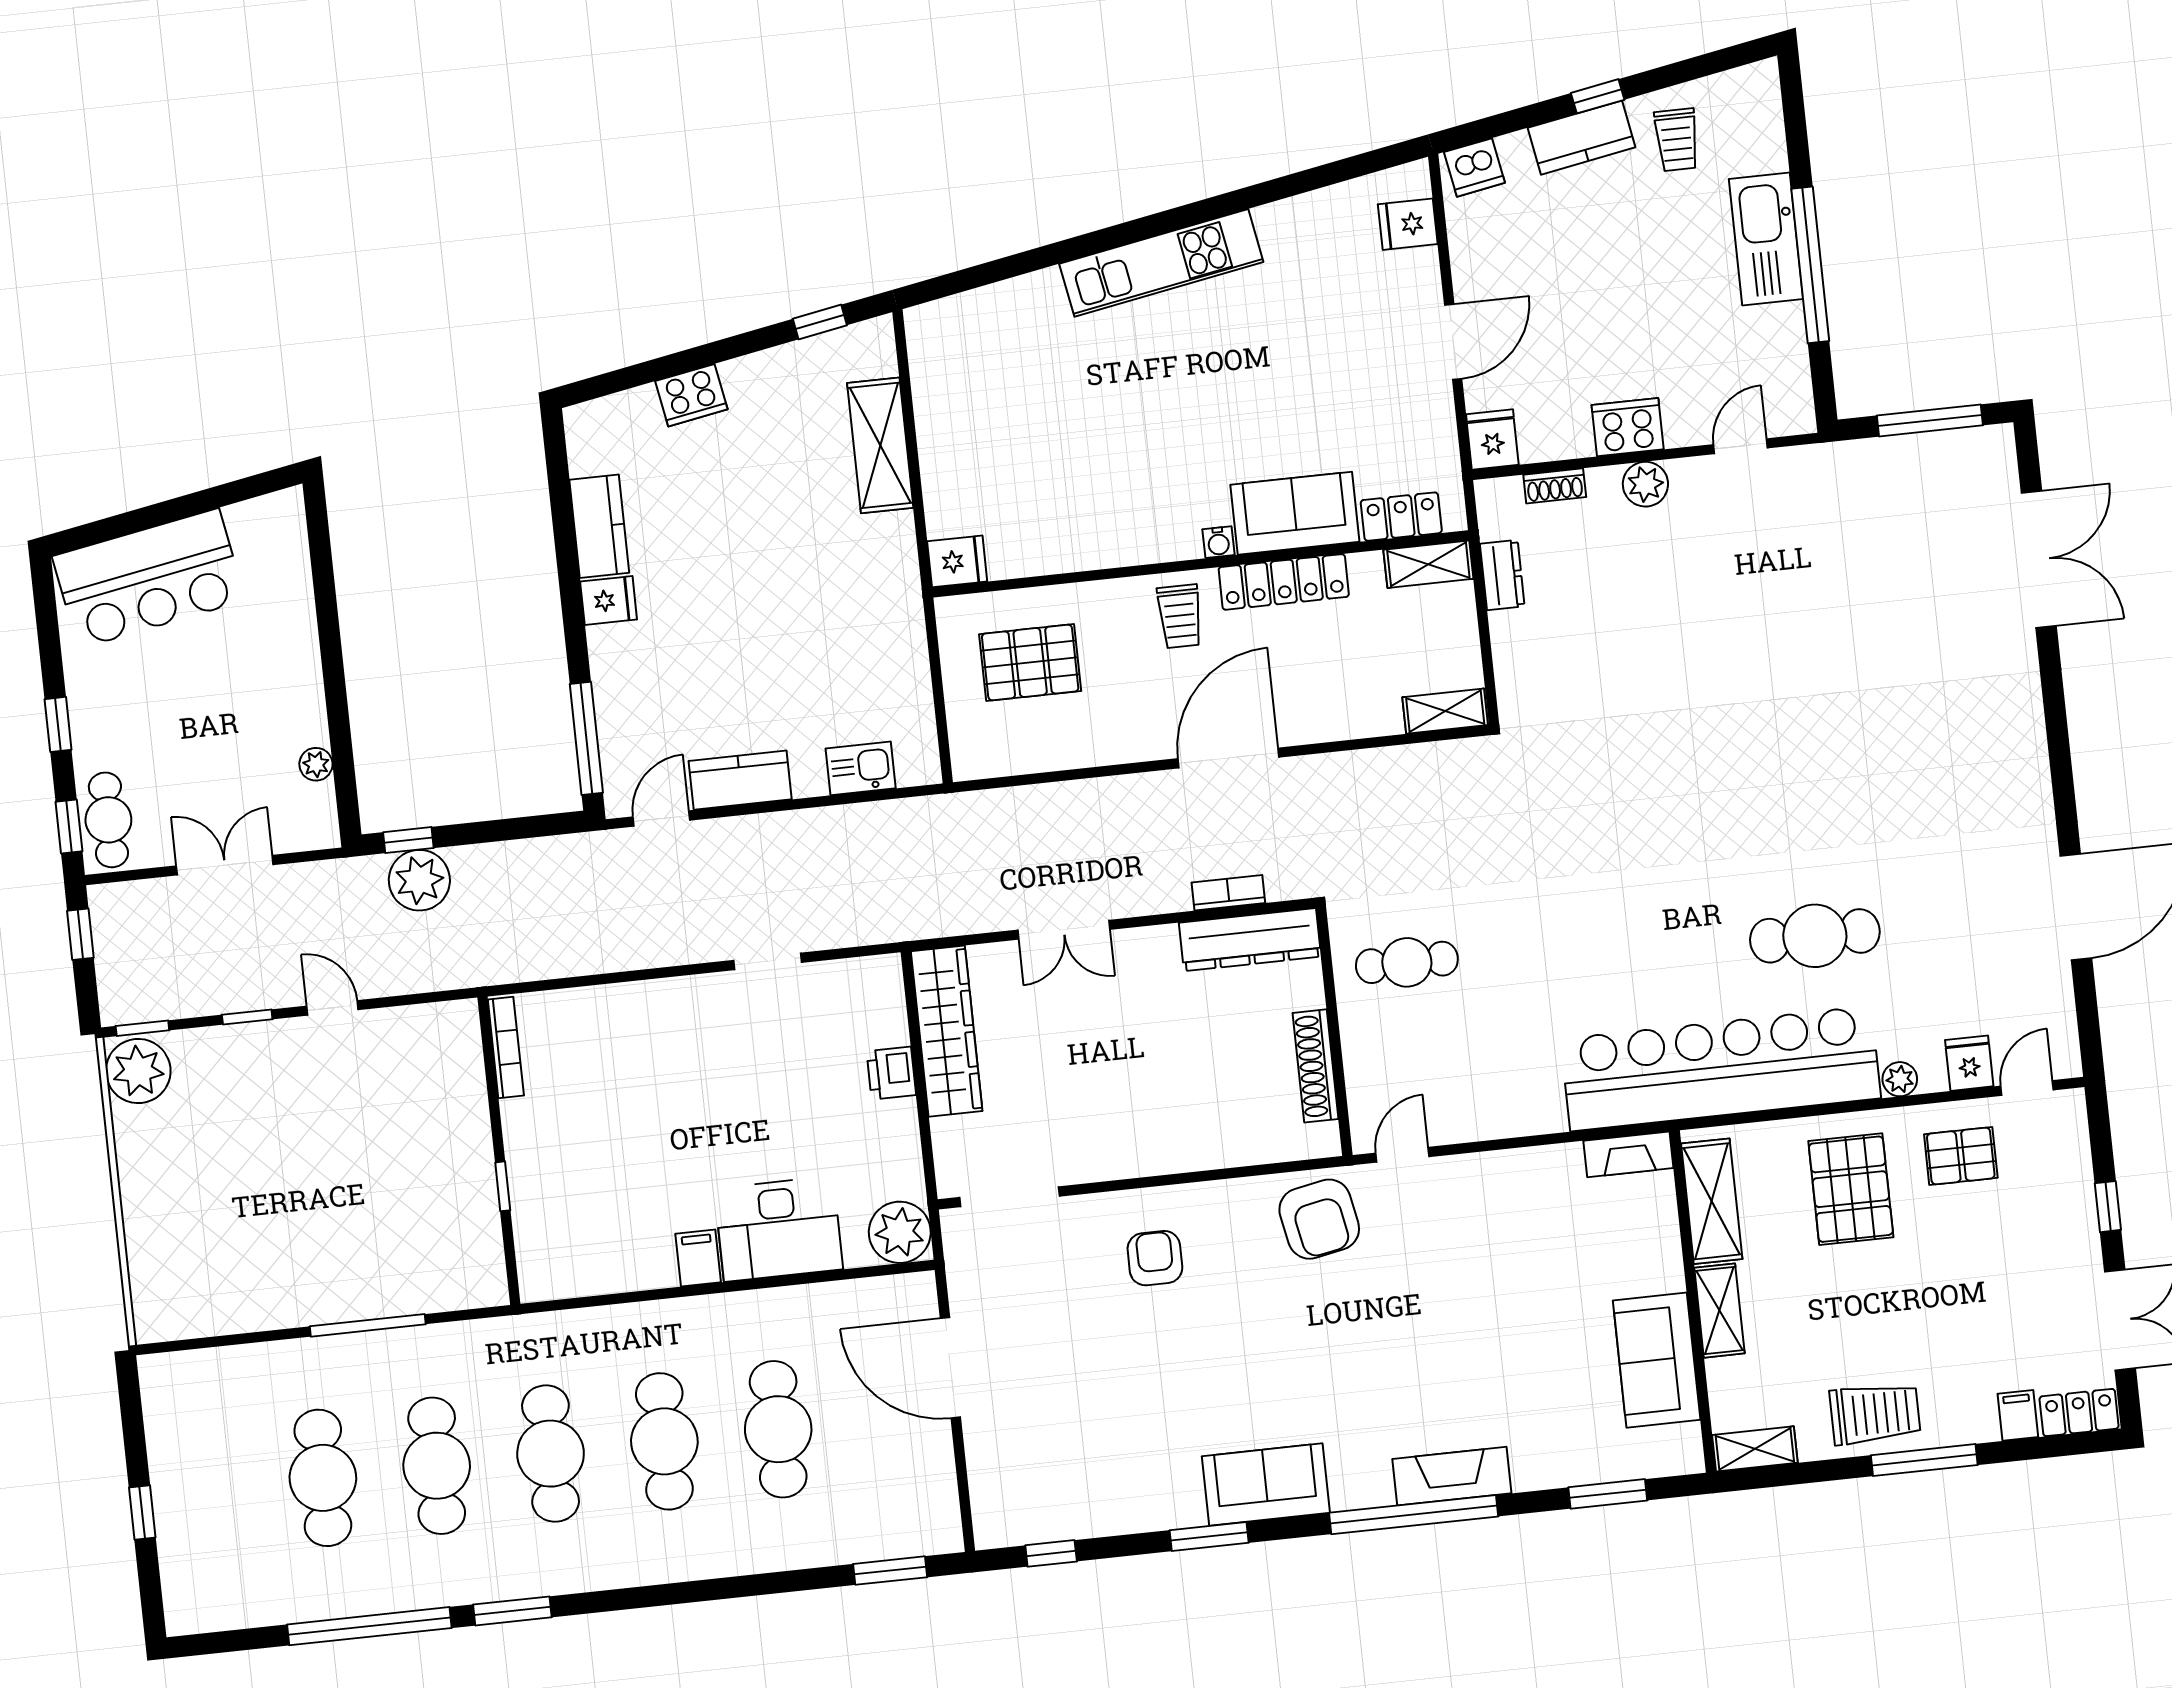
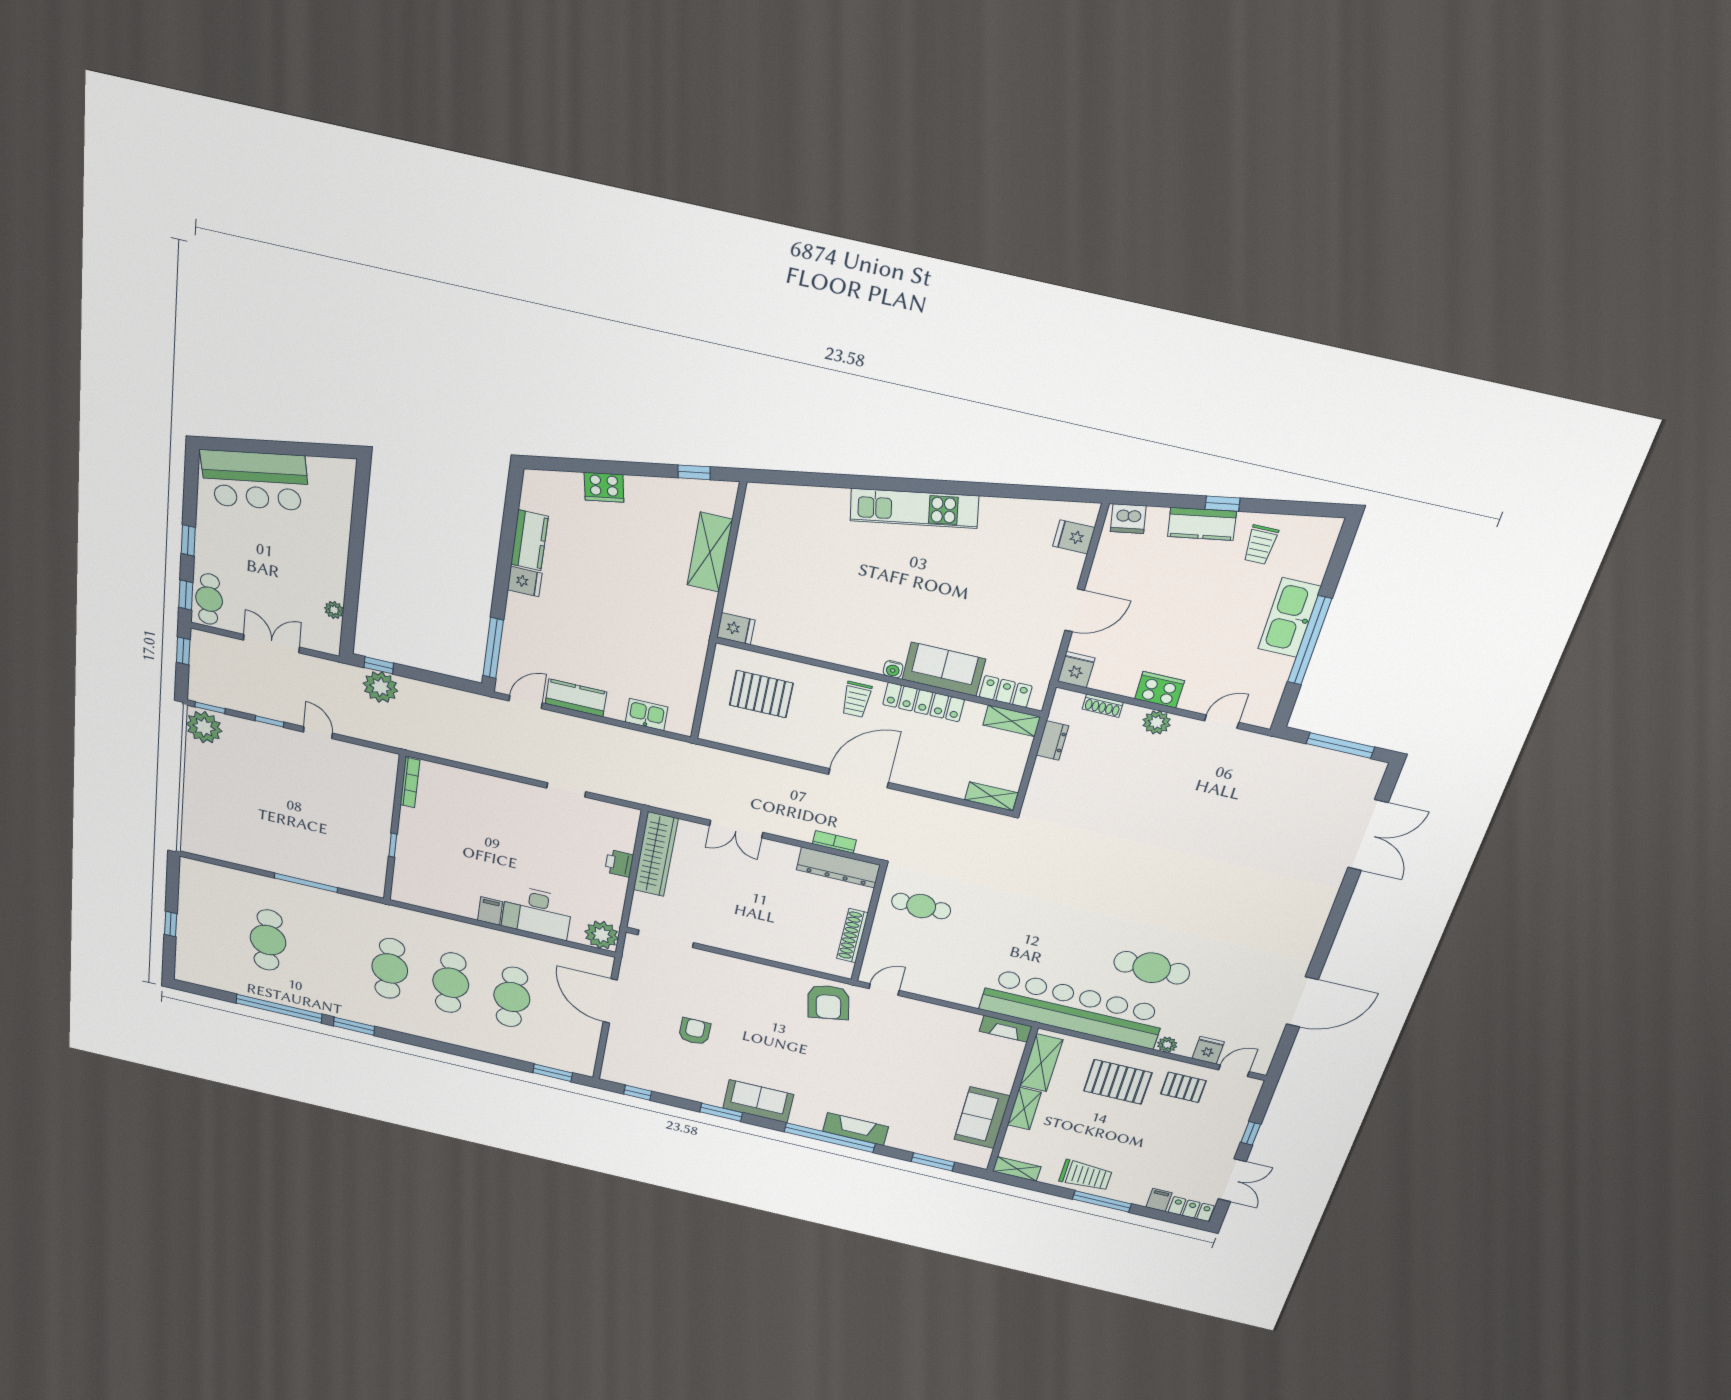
pallet: (1851, 1189) -> (1118, 1082), turned 90
armchair: (1155, 1258) -> (695, 1031), moved
cafe table: (437, 1466) -> (329, 954), removed

